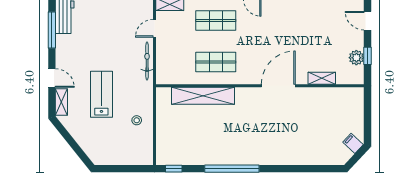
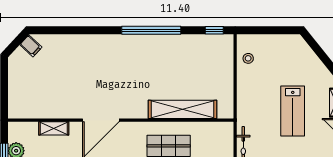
stool: (137, 120) -> (248, 58), moved
filing cabinet: (353, 143) -> (31, 46), moved

